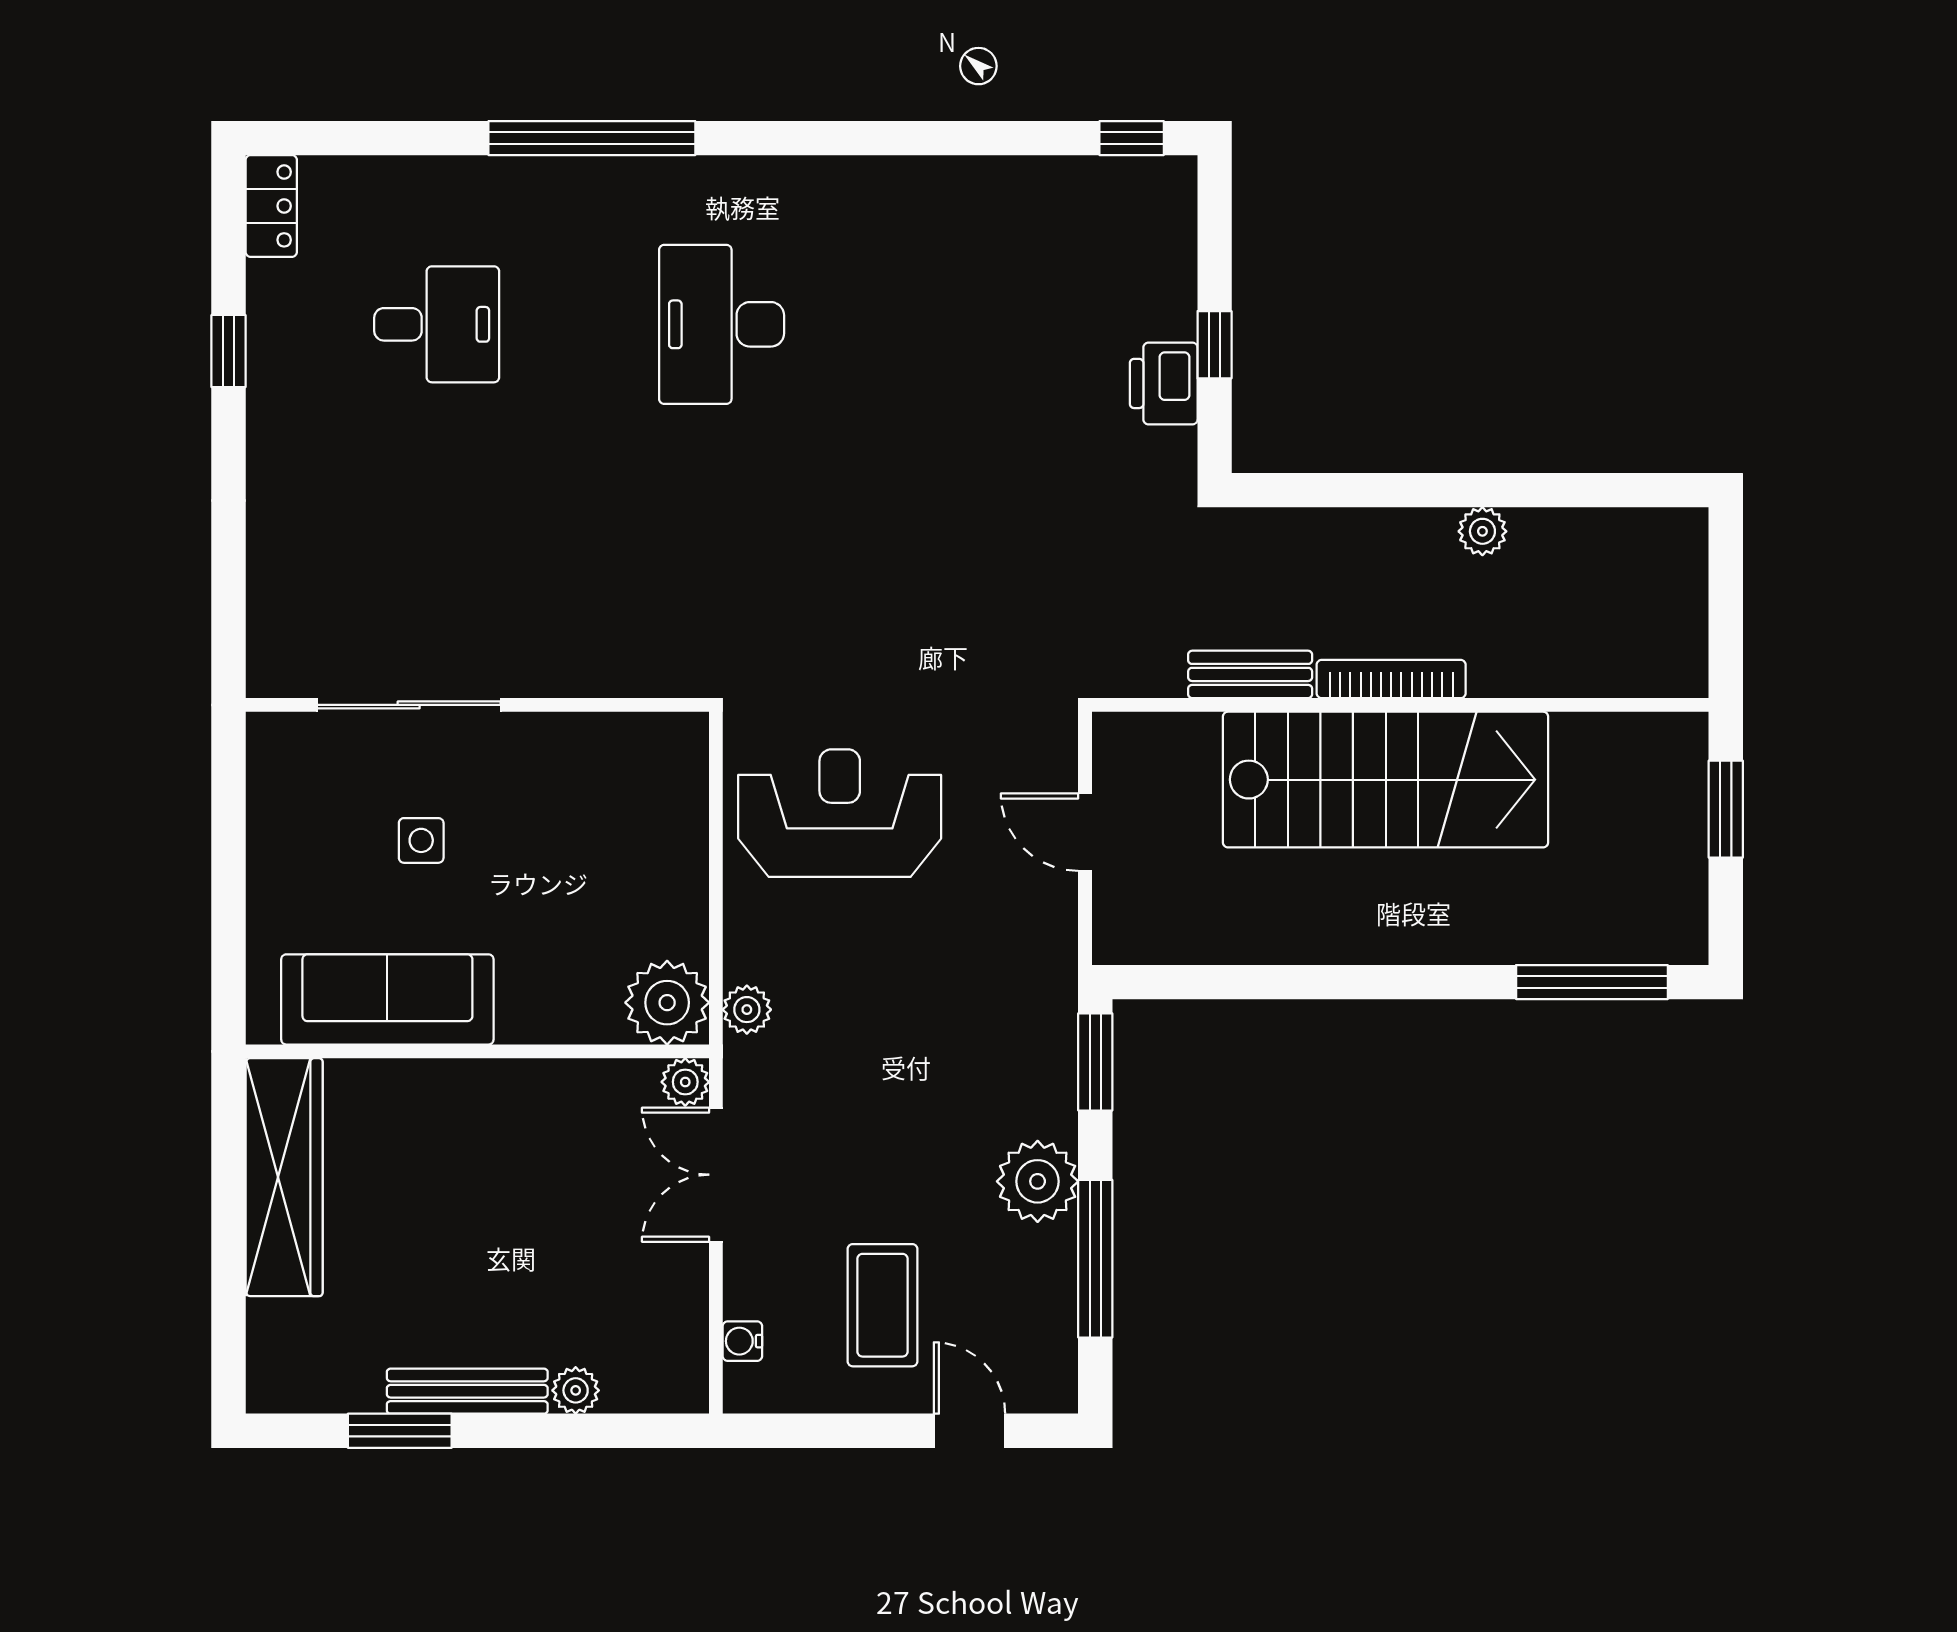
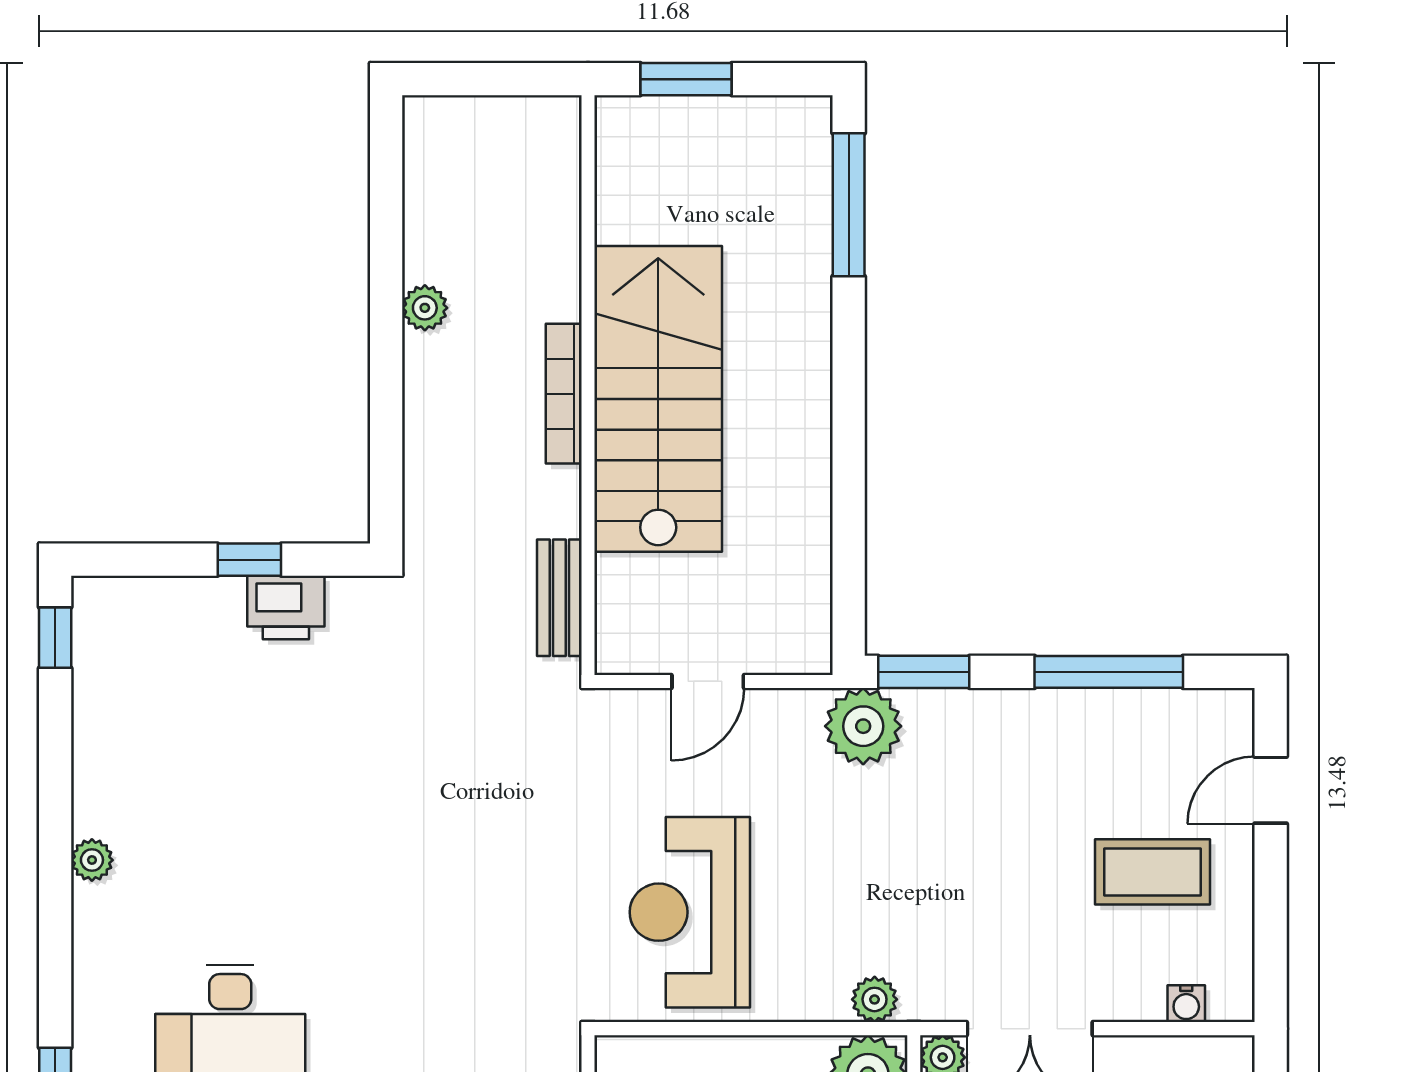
plant: (895, 177) -> (92, 860), added
bench: (1250, 674) -> (559, 598), moved
plant: (1038, 1181) -> (863, 726), moved

